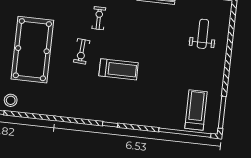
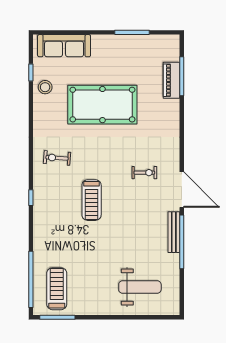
weight bench: (203, 34) -> (140, 287), width x1.36, depth x1.33
exercise bike: (82, 51) -> (57, 158), moved
treadmill: (196, 110) -> (57, 289), turned -90

